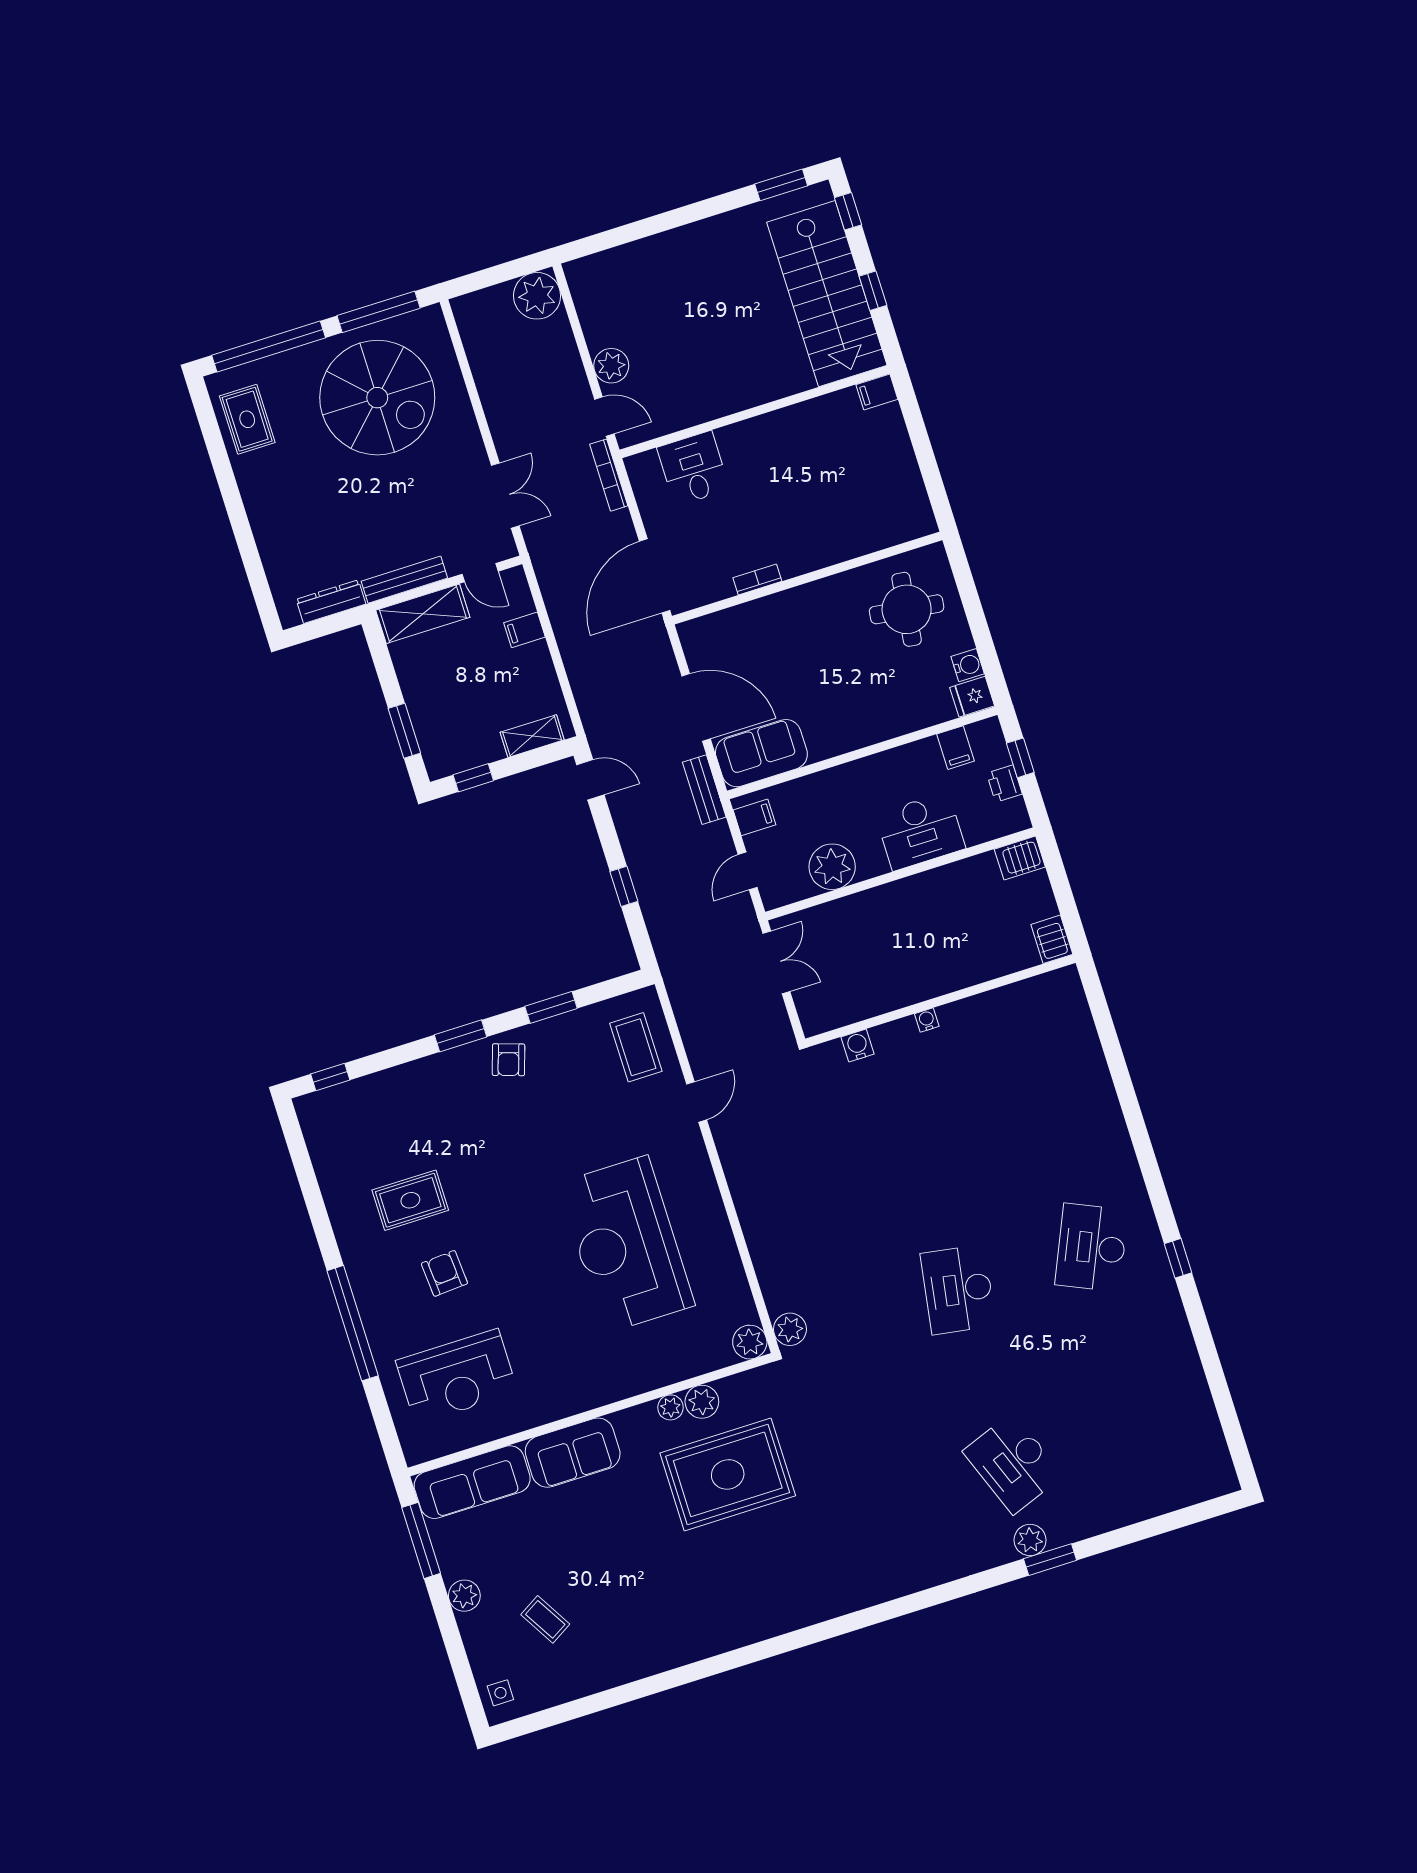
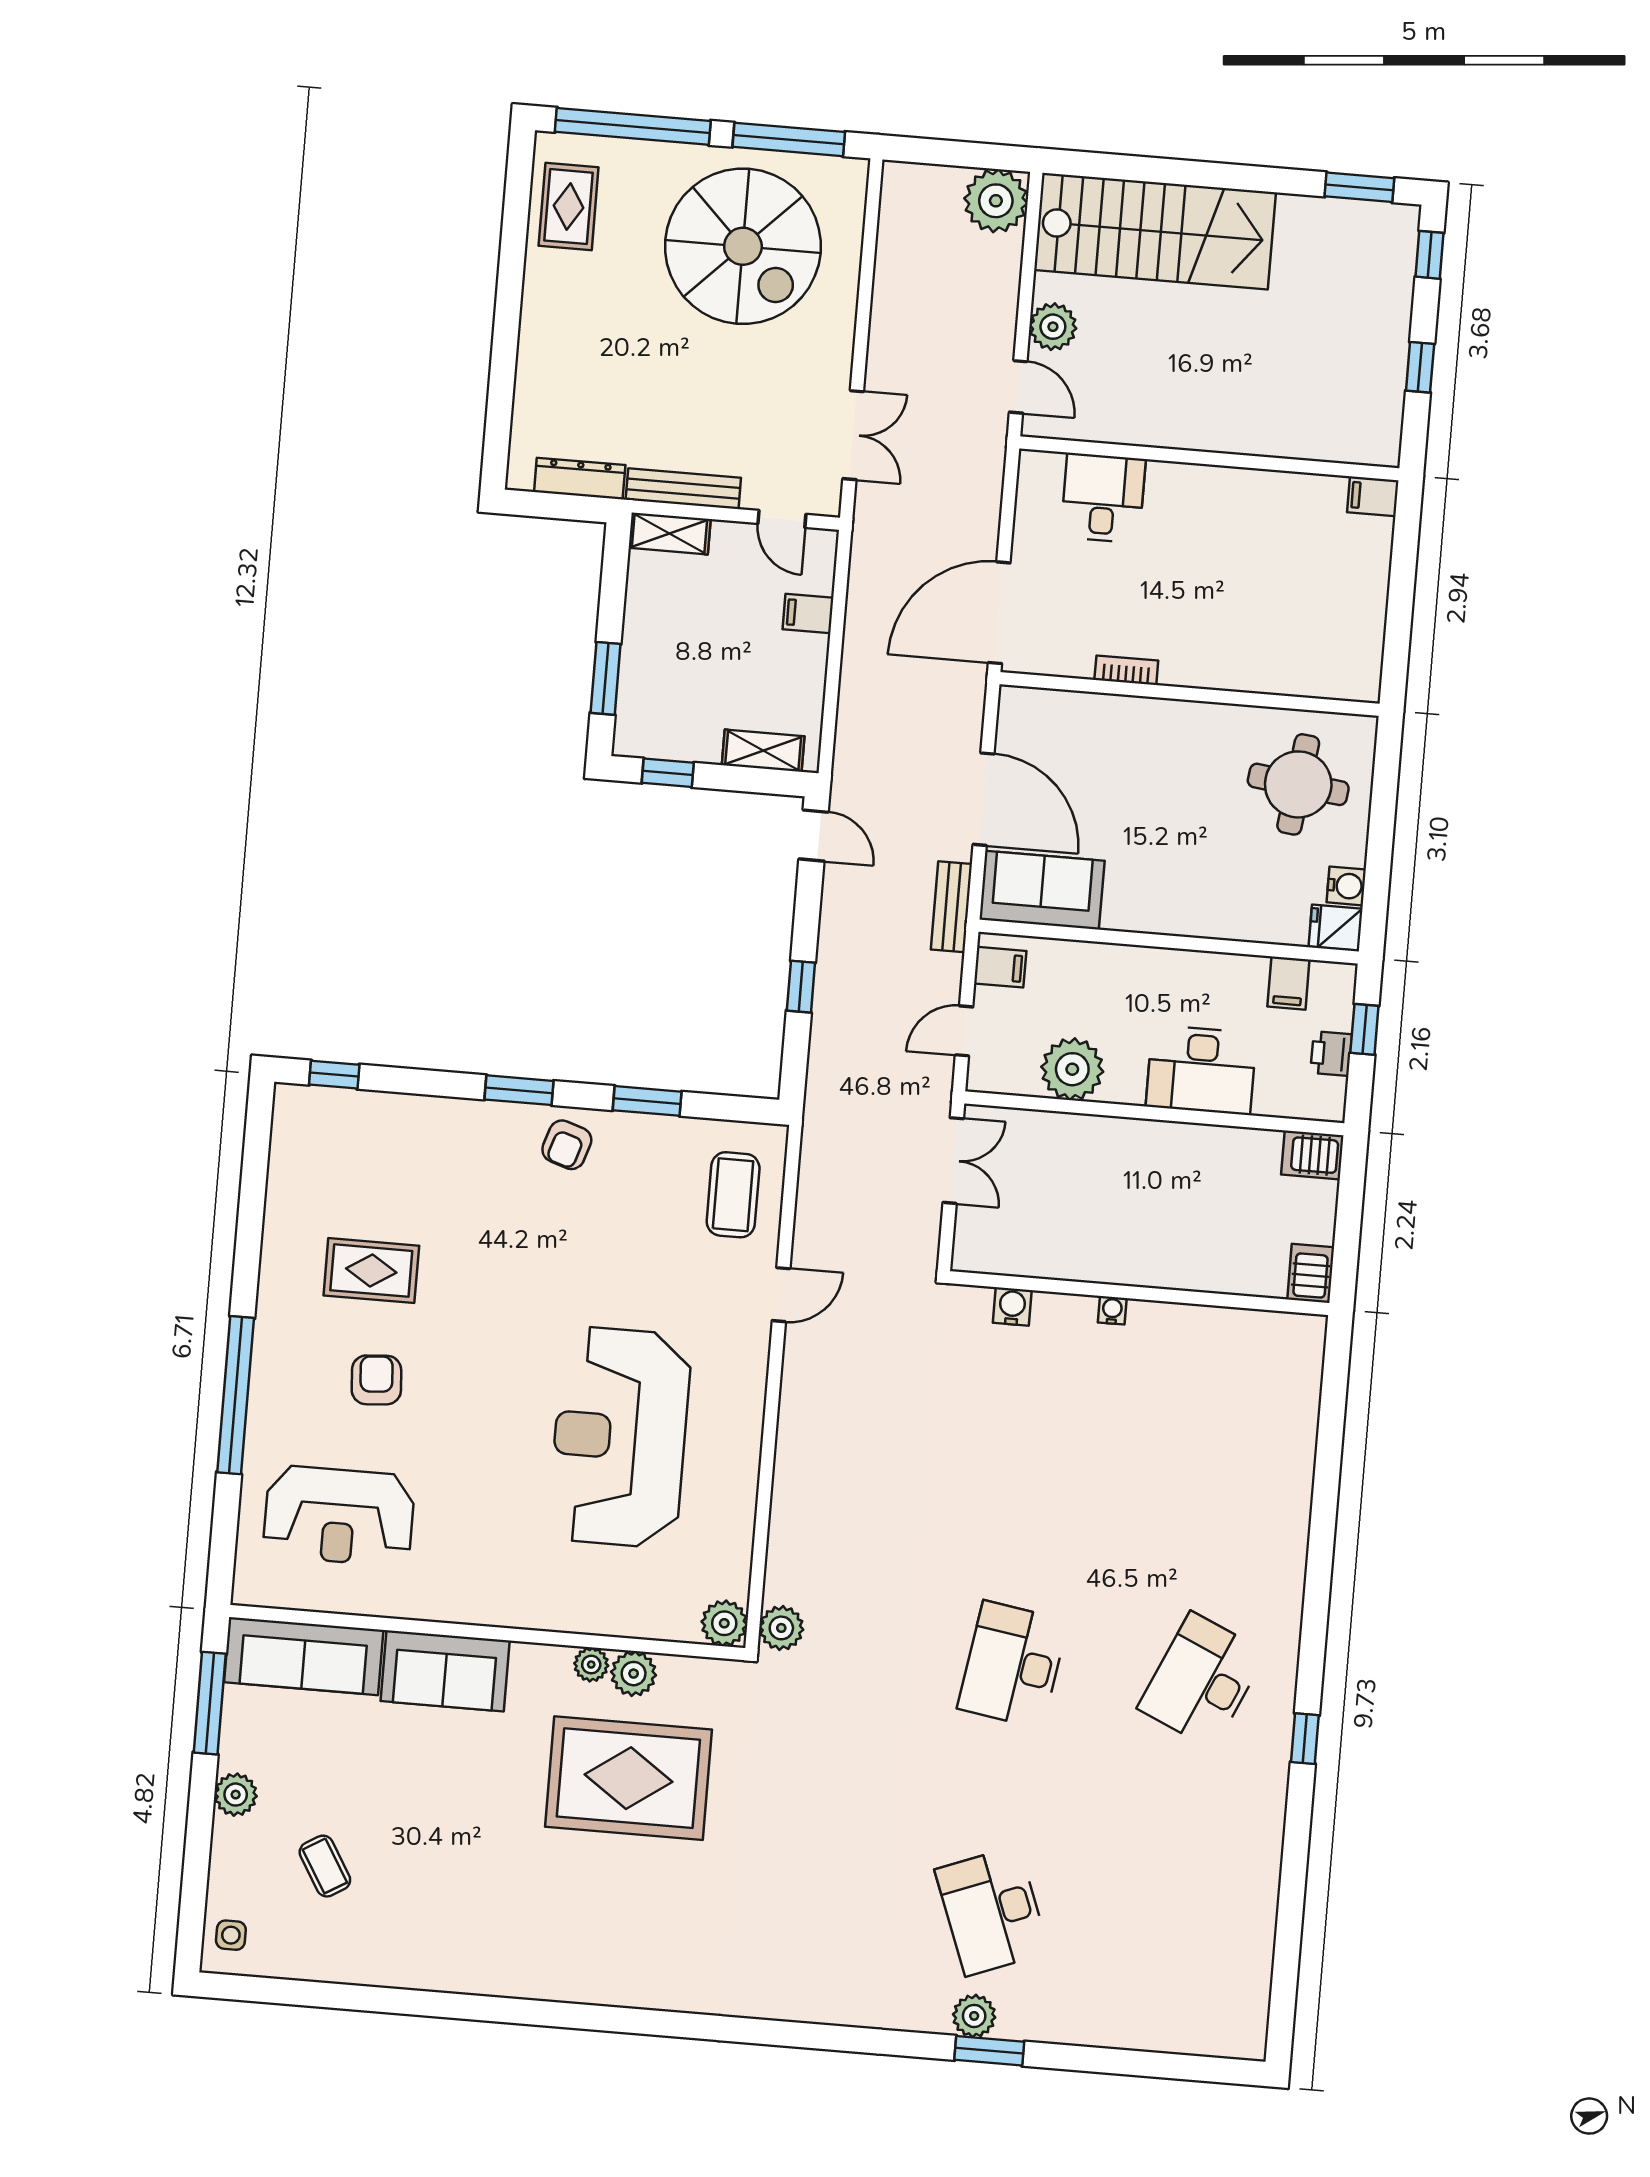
stairs: (827, 294) -> (1155, 231), moved, turned -90
bookcase: (609, 475) -> (993, 463), removed
shelving: (423, 614) -> (670, 533), width x0.67, depth x0.75

